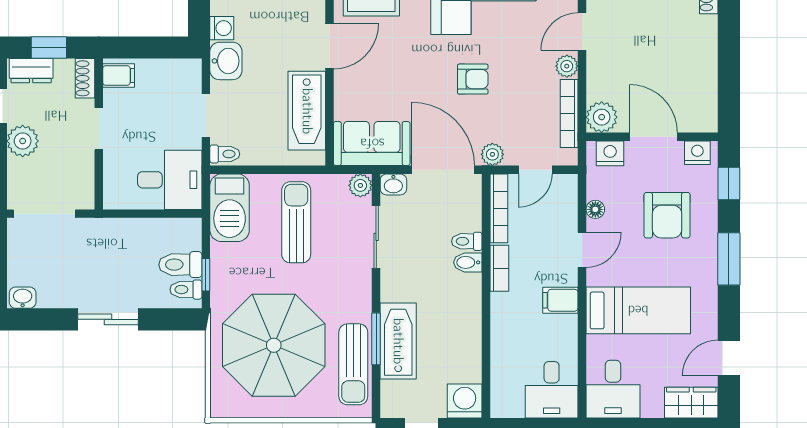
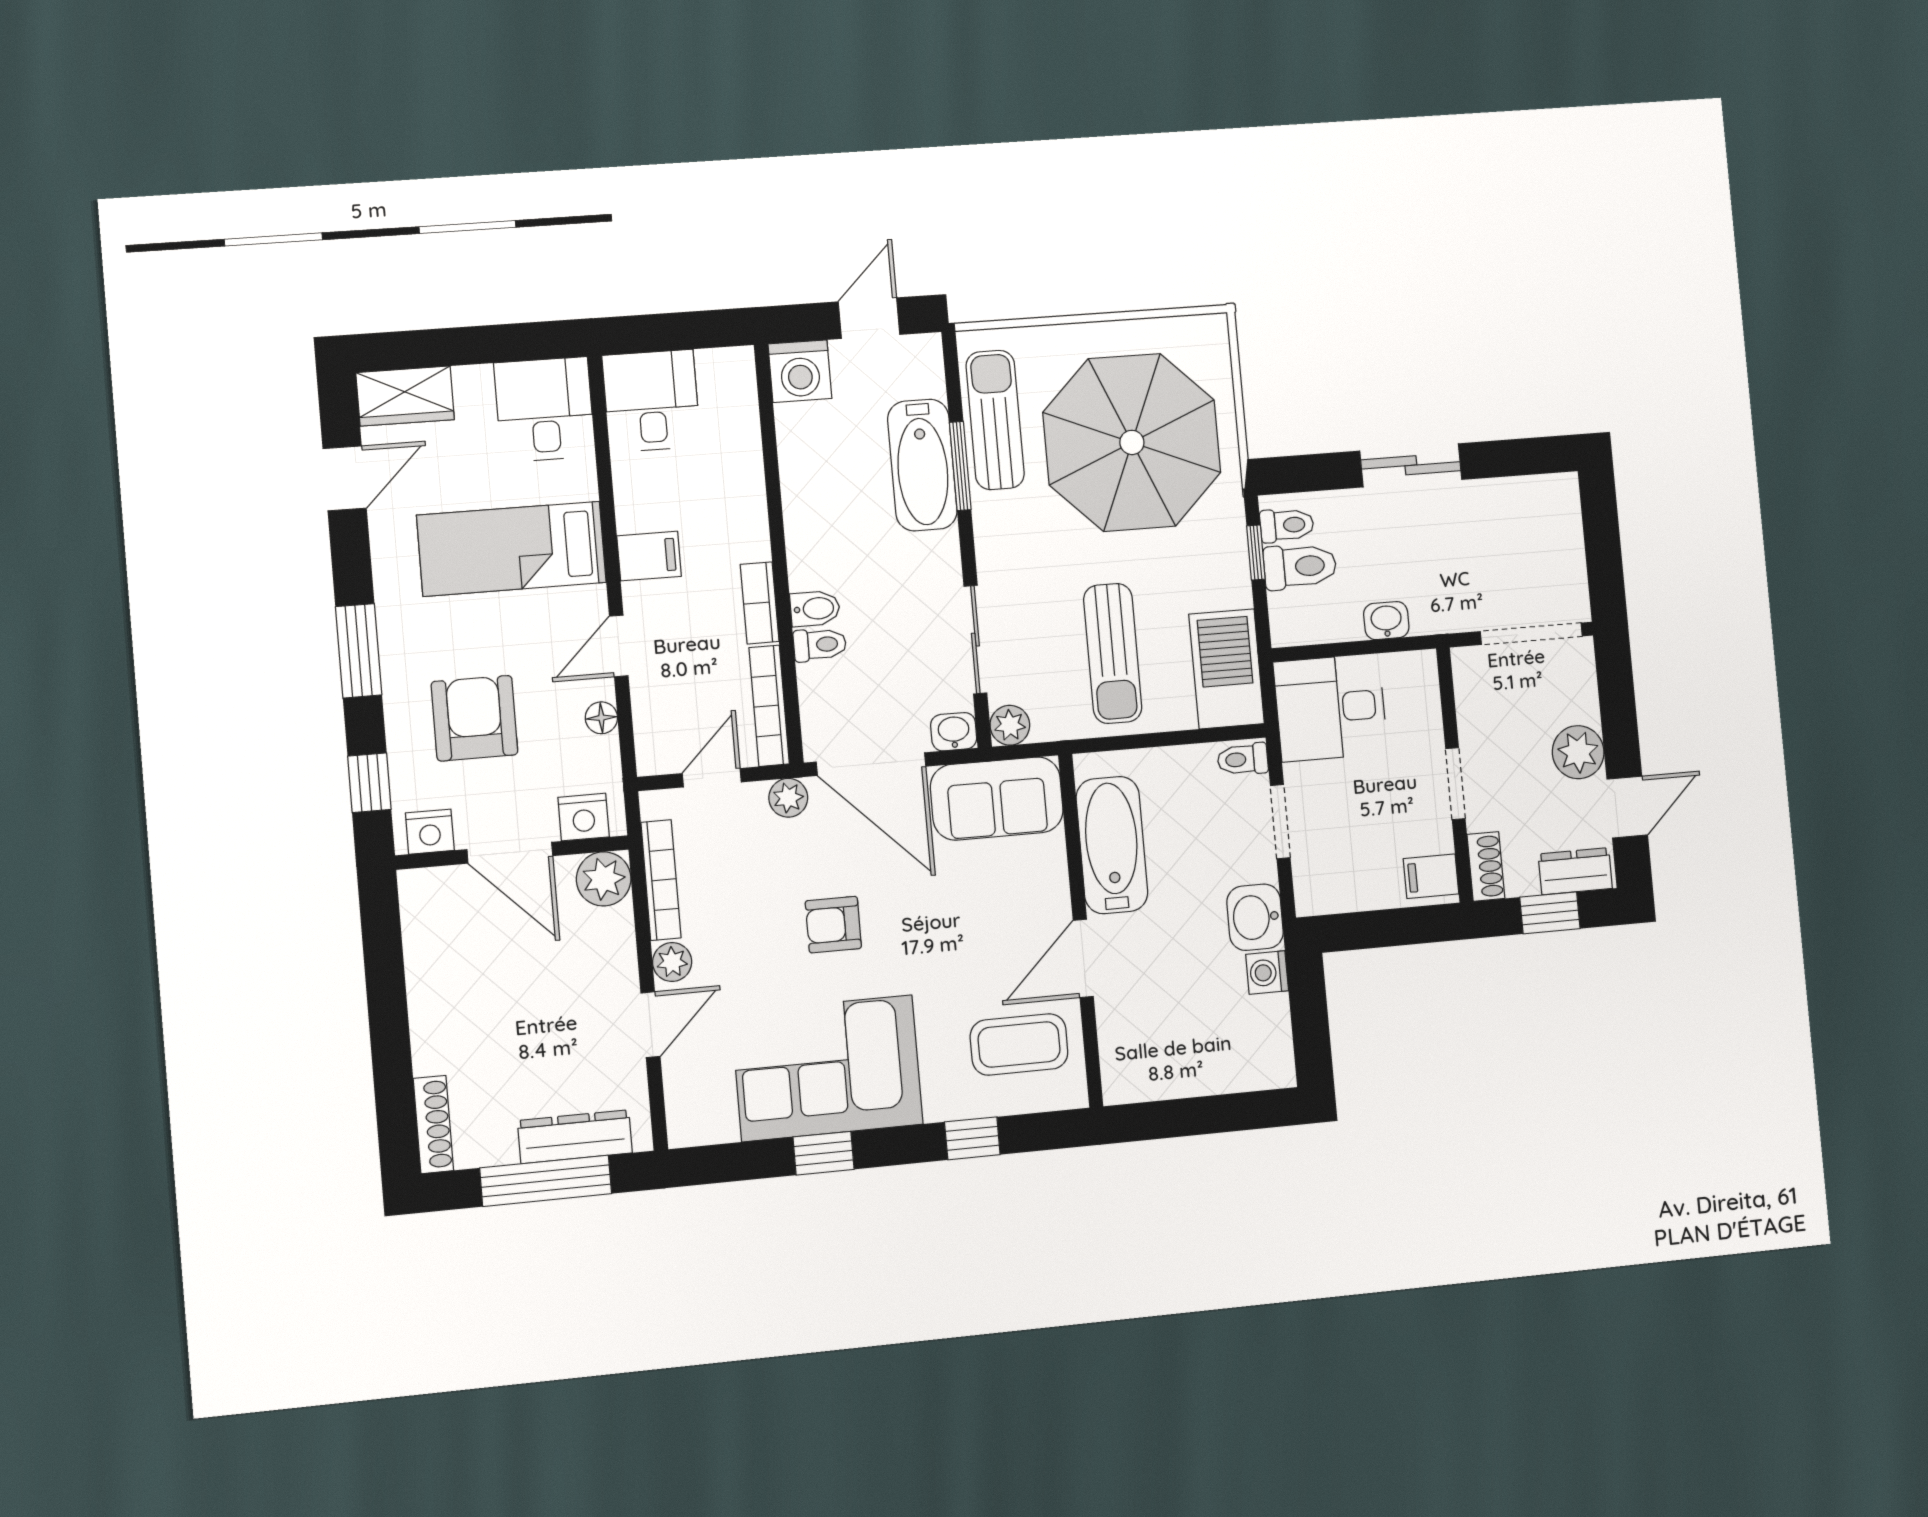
washbasin: (23, 298) -> (1386, 621), moved, turned 180

